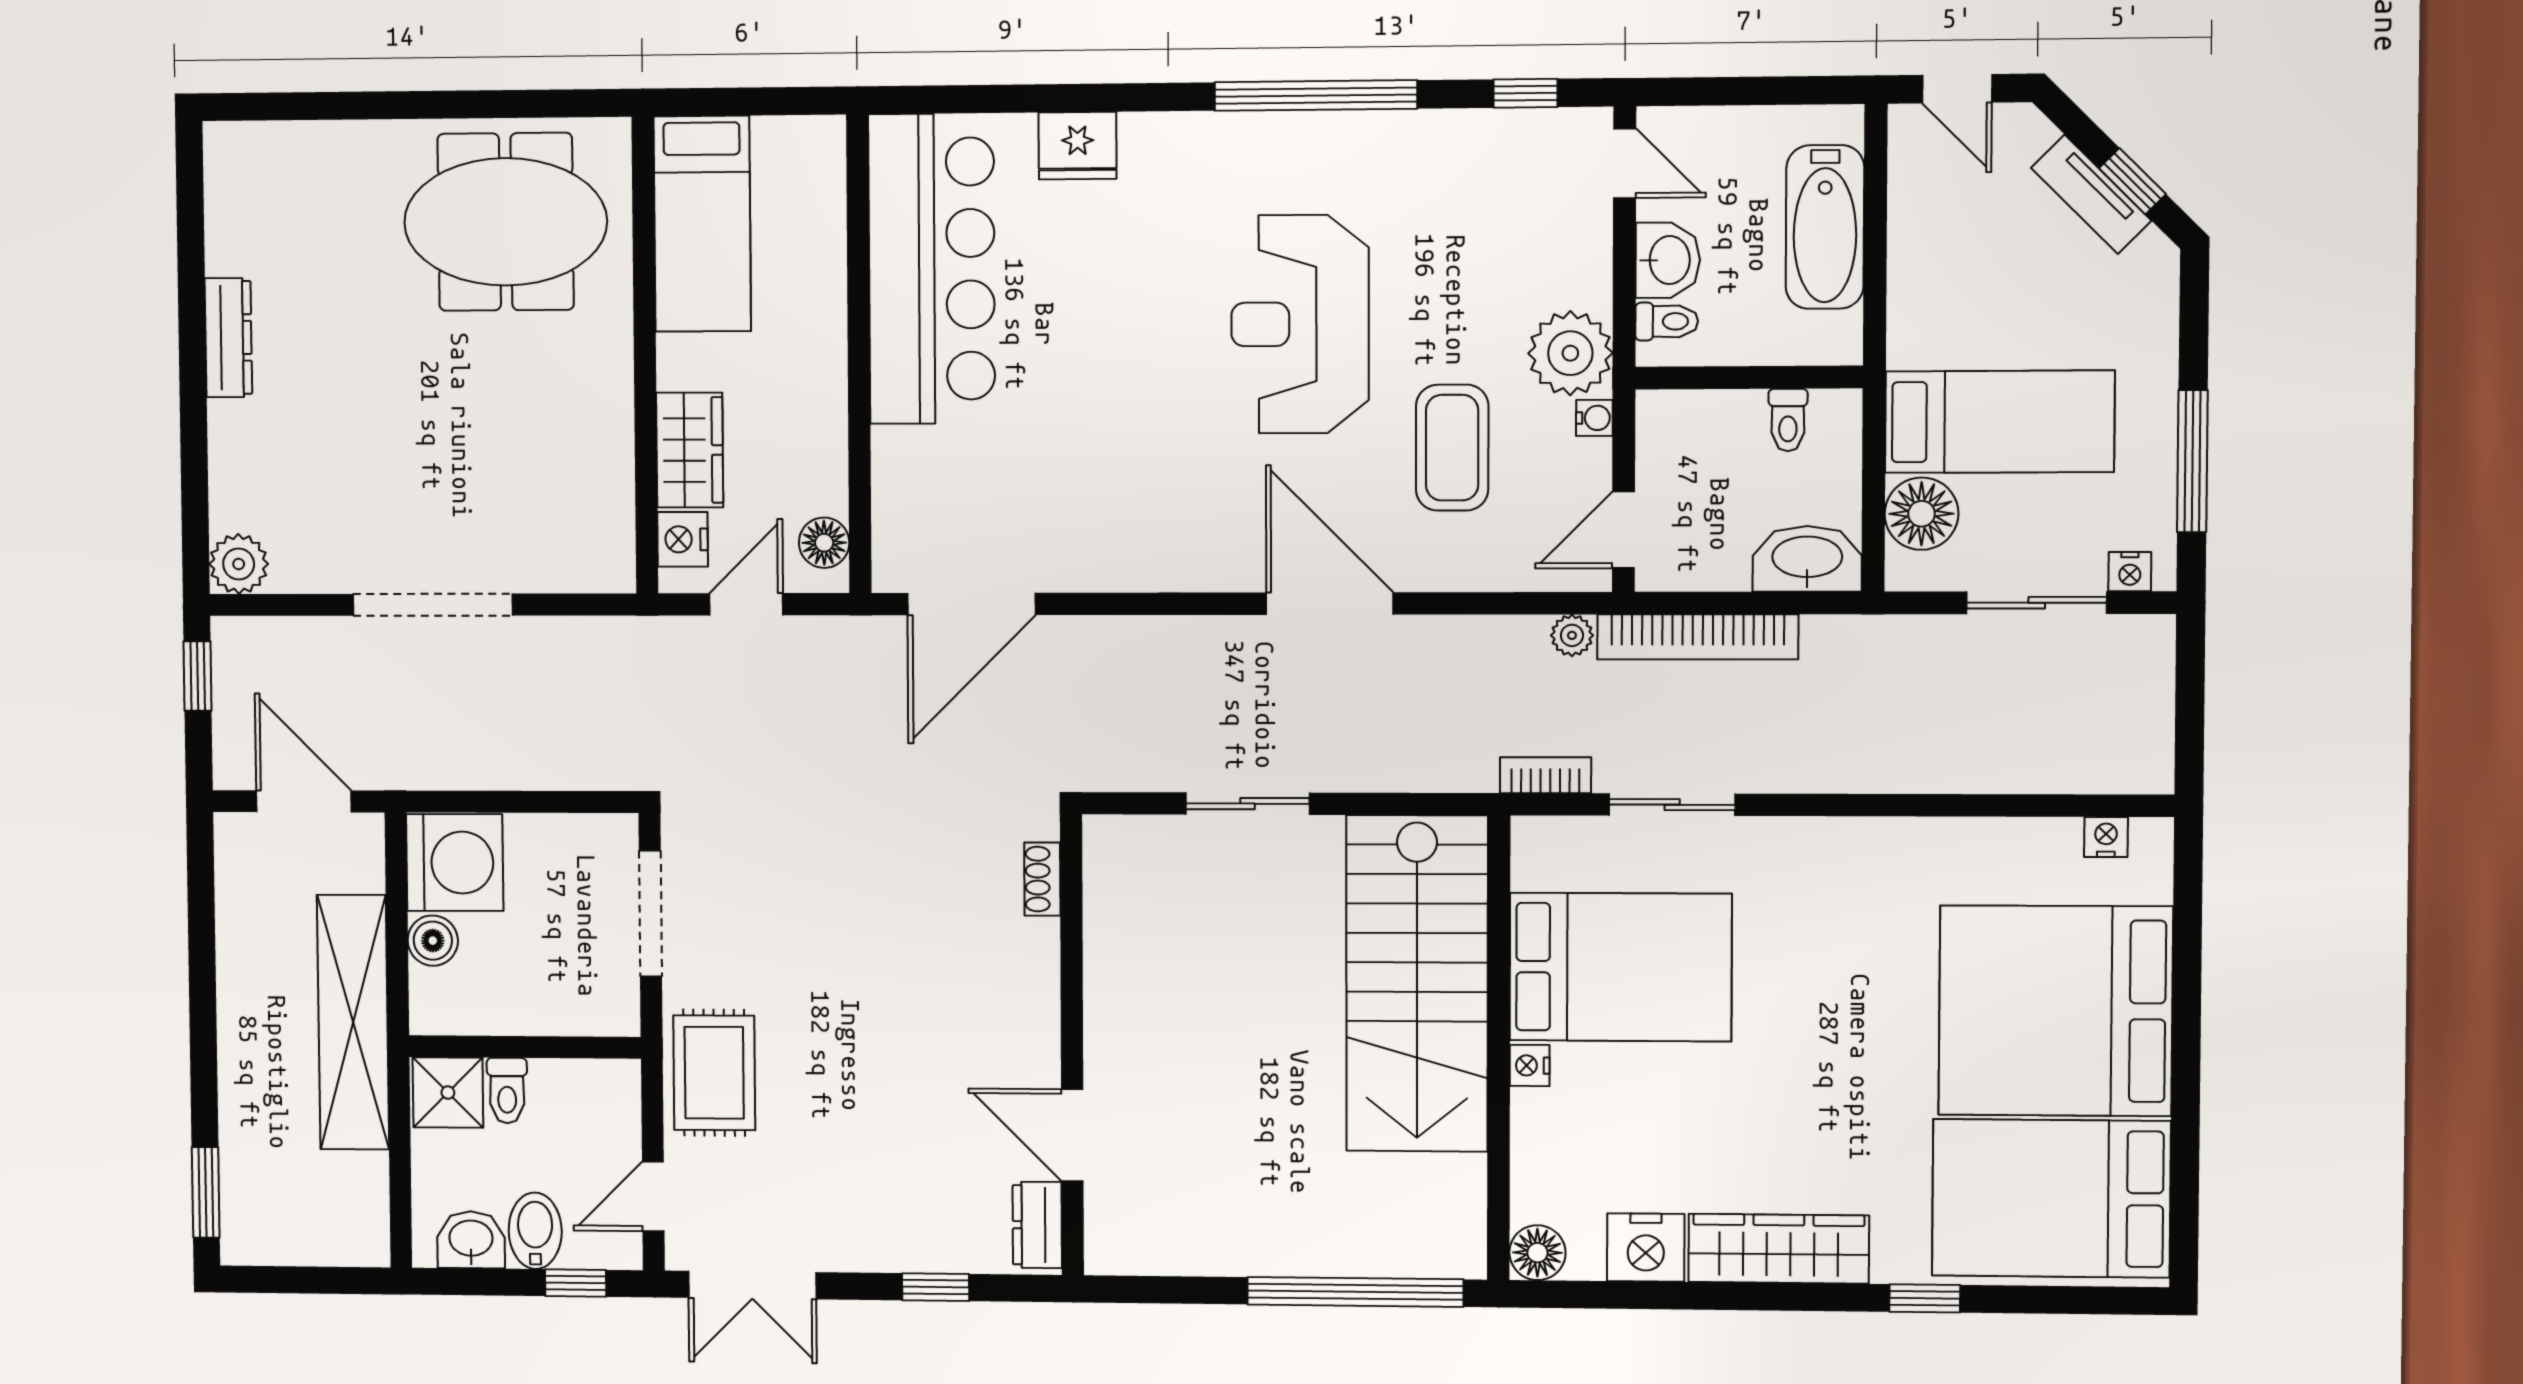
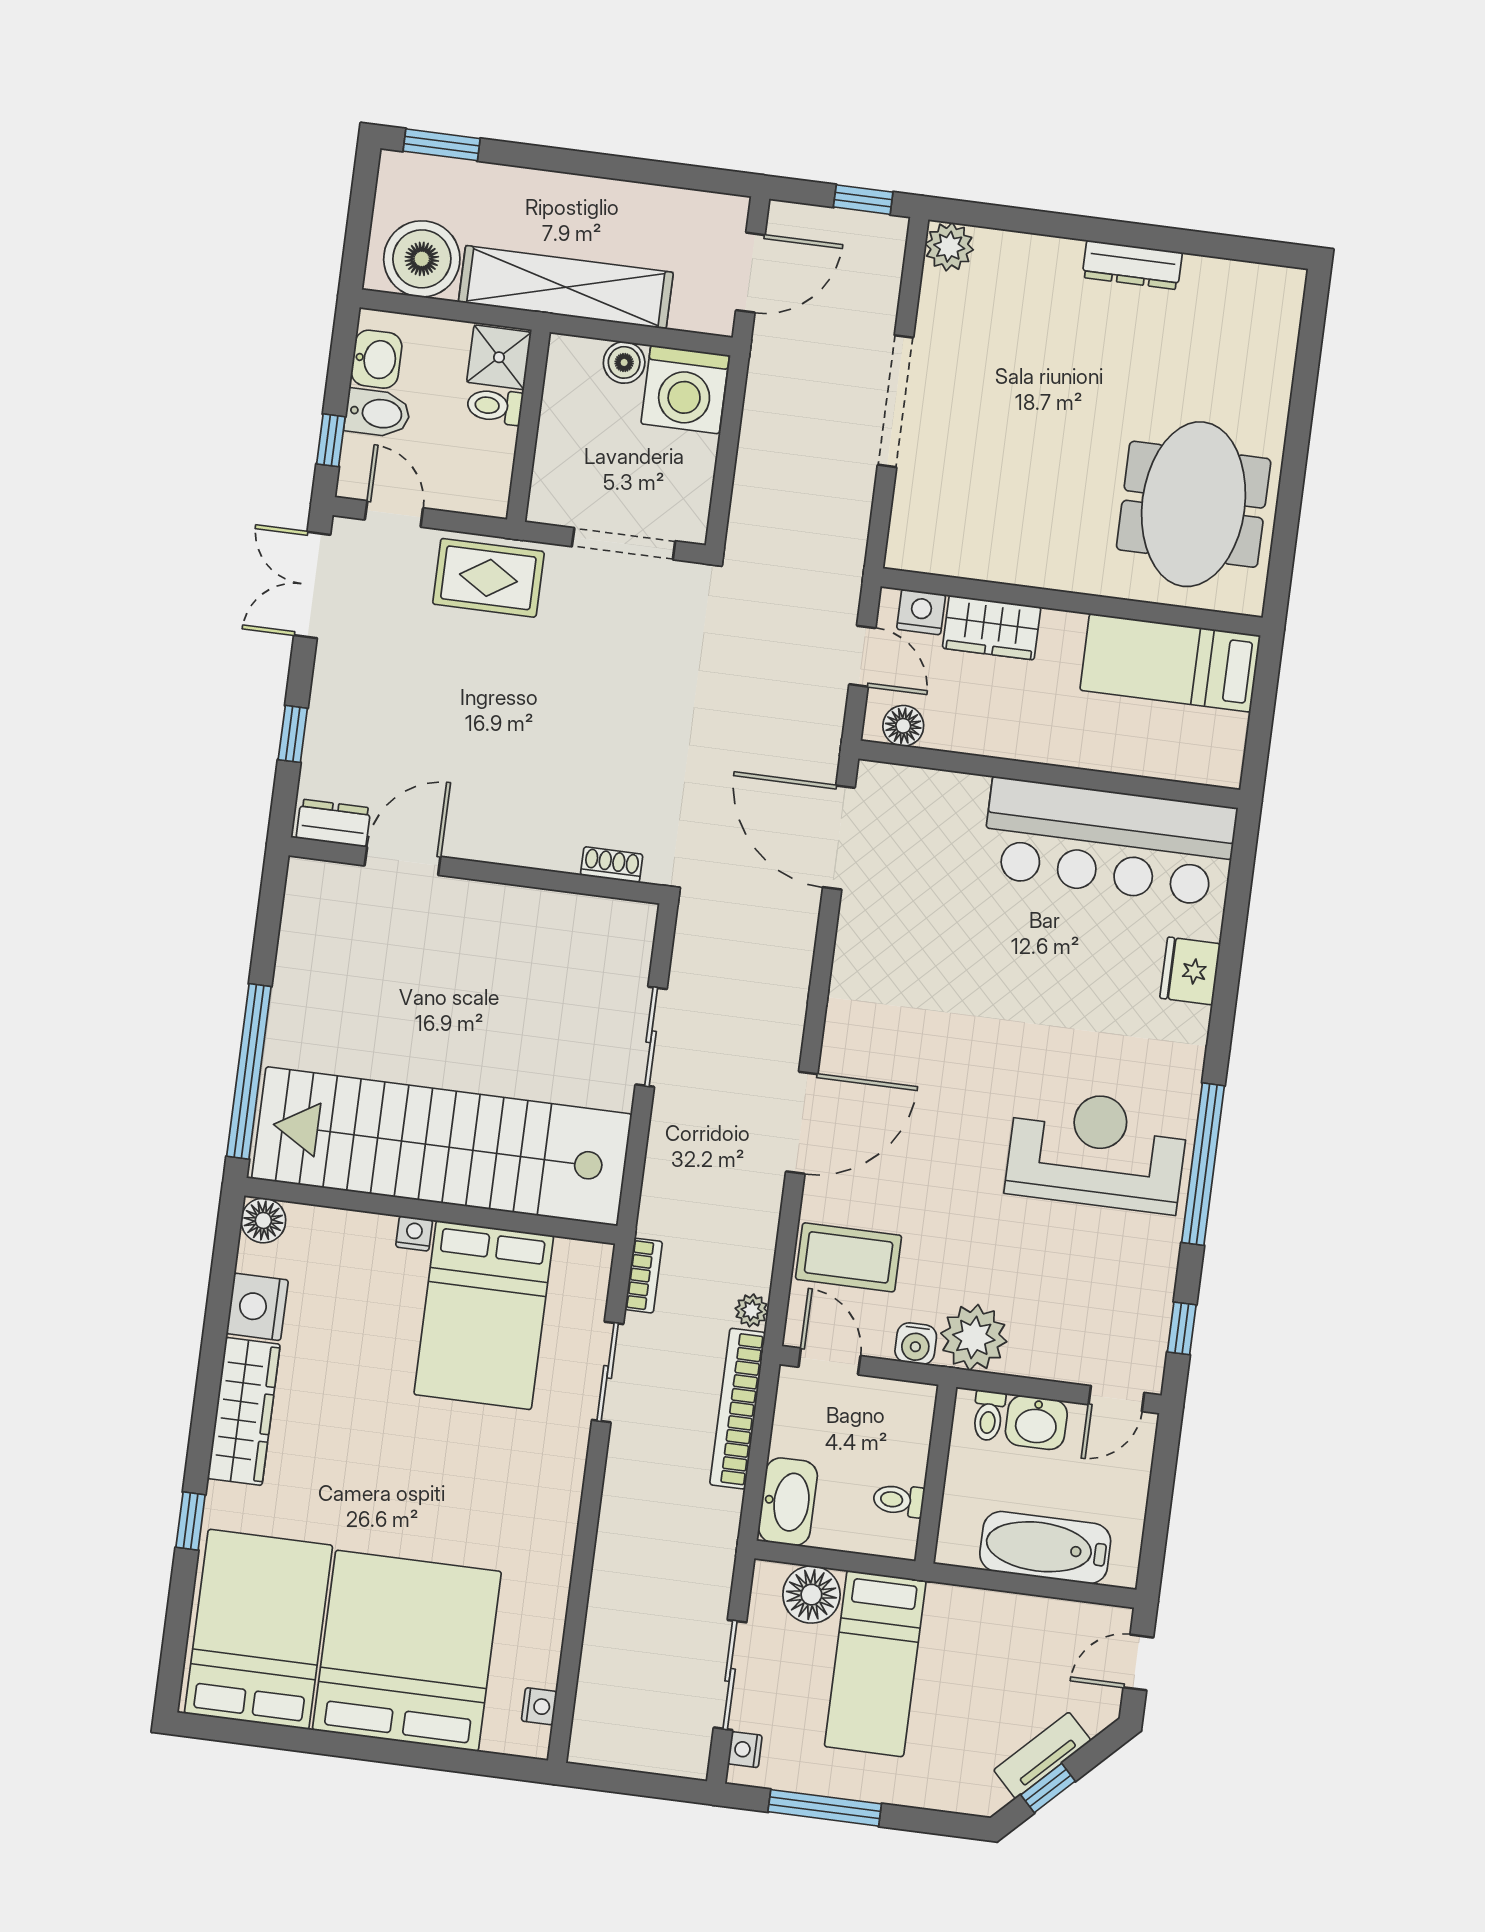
reception desk: (1300, 324) -> (1097, 1150), moved
water cooler: (1594, 418) -> (916, 1344), width x1.38, depth x1.38
coffee table: (1452, 448) -> (849, 1257), moved
stairs: (1417, 984) -> (442, 1146), width x1.36
boiler: (344, 1200) -> (422, 259), added

